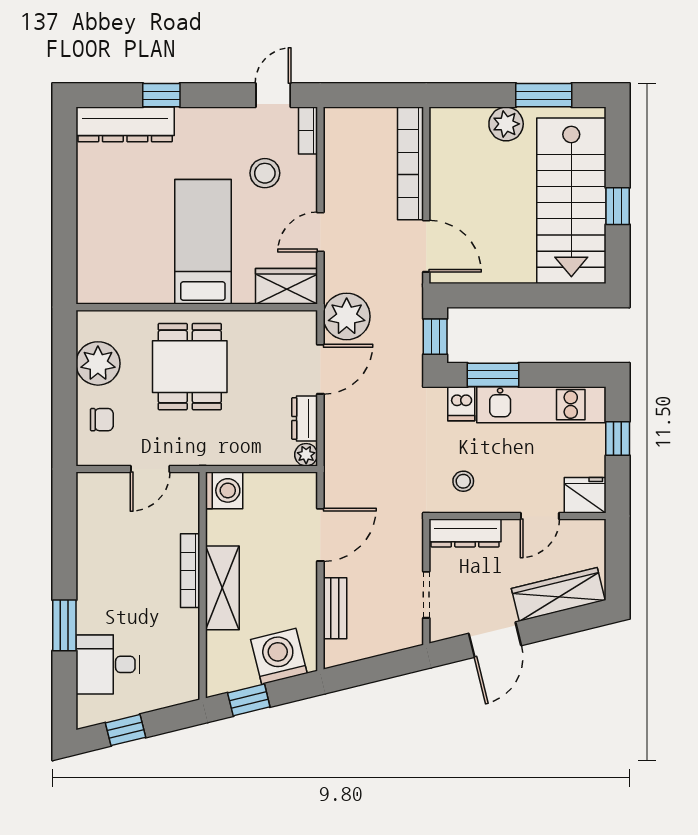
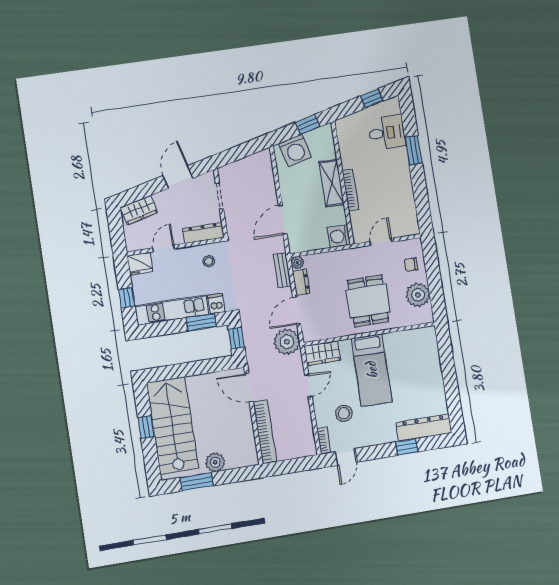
wardrobe: (558, 594) -> (139, 210), width x0.67
bench: (335, 608) -> (282, 270), moved

